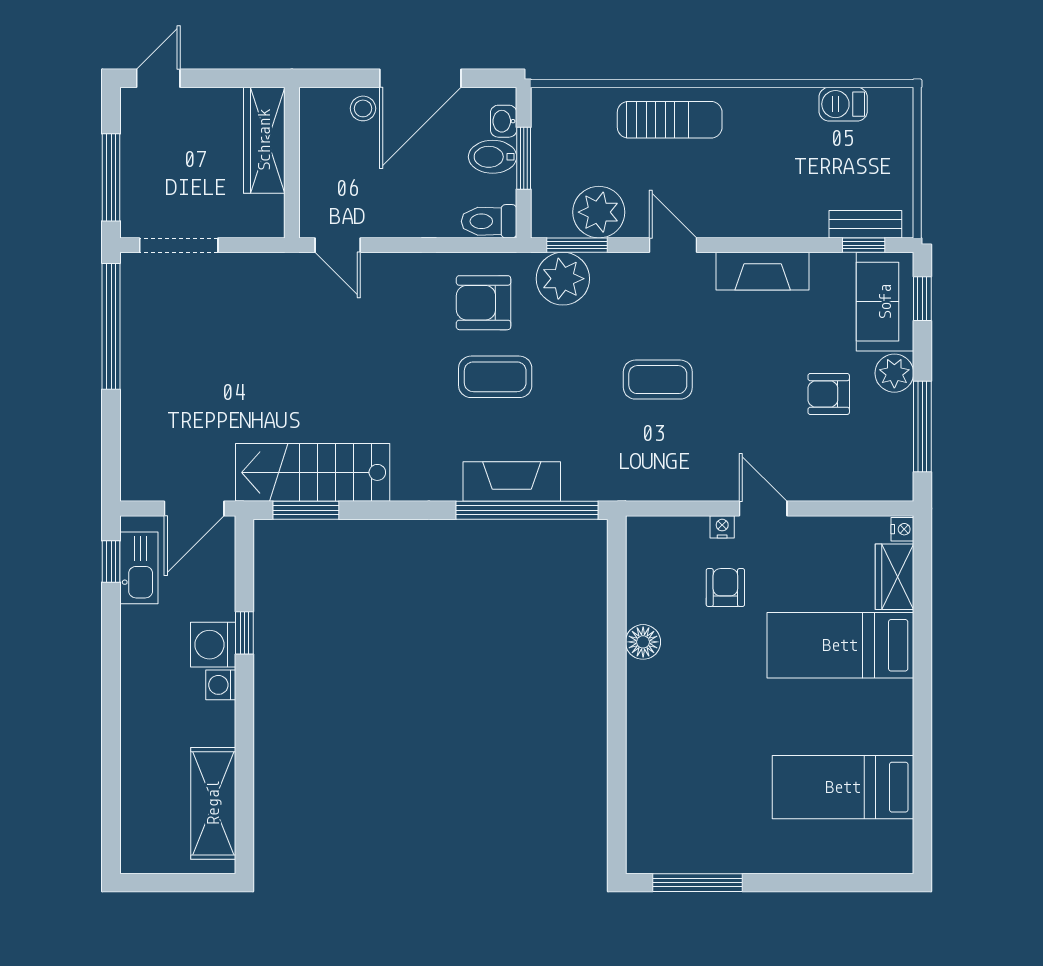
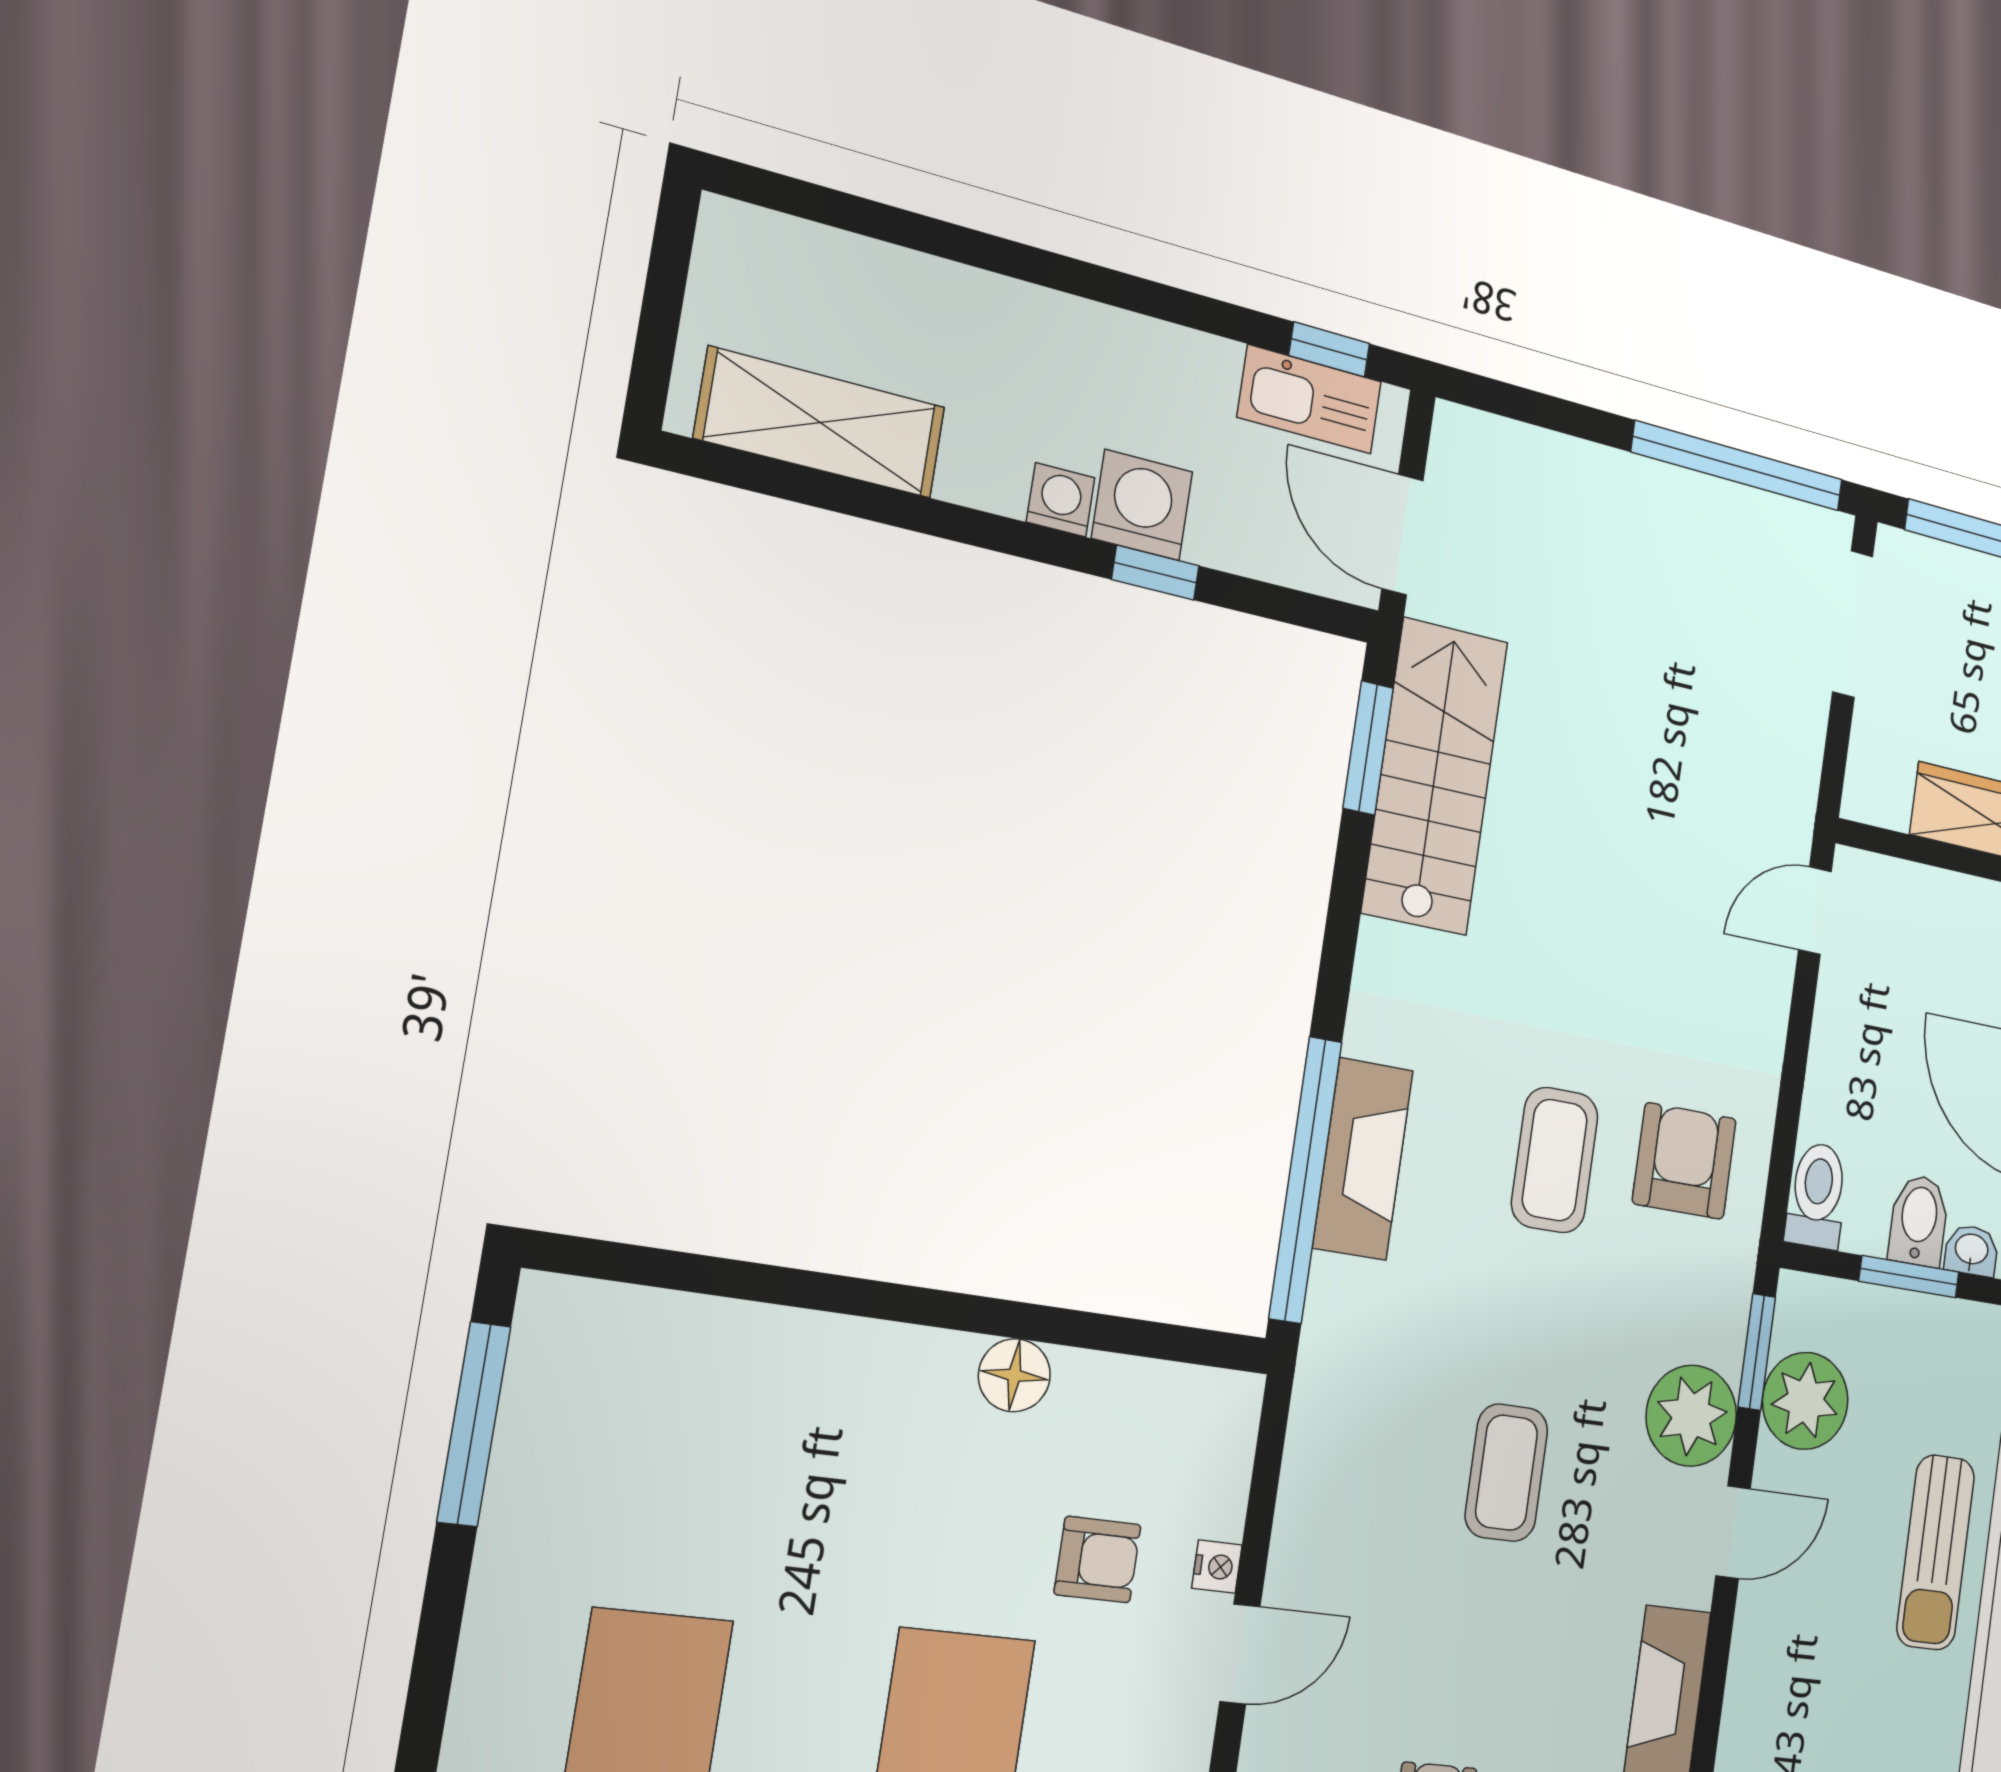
plant: (563, 279) -> (1691, 1416), moved

